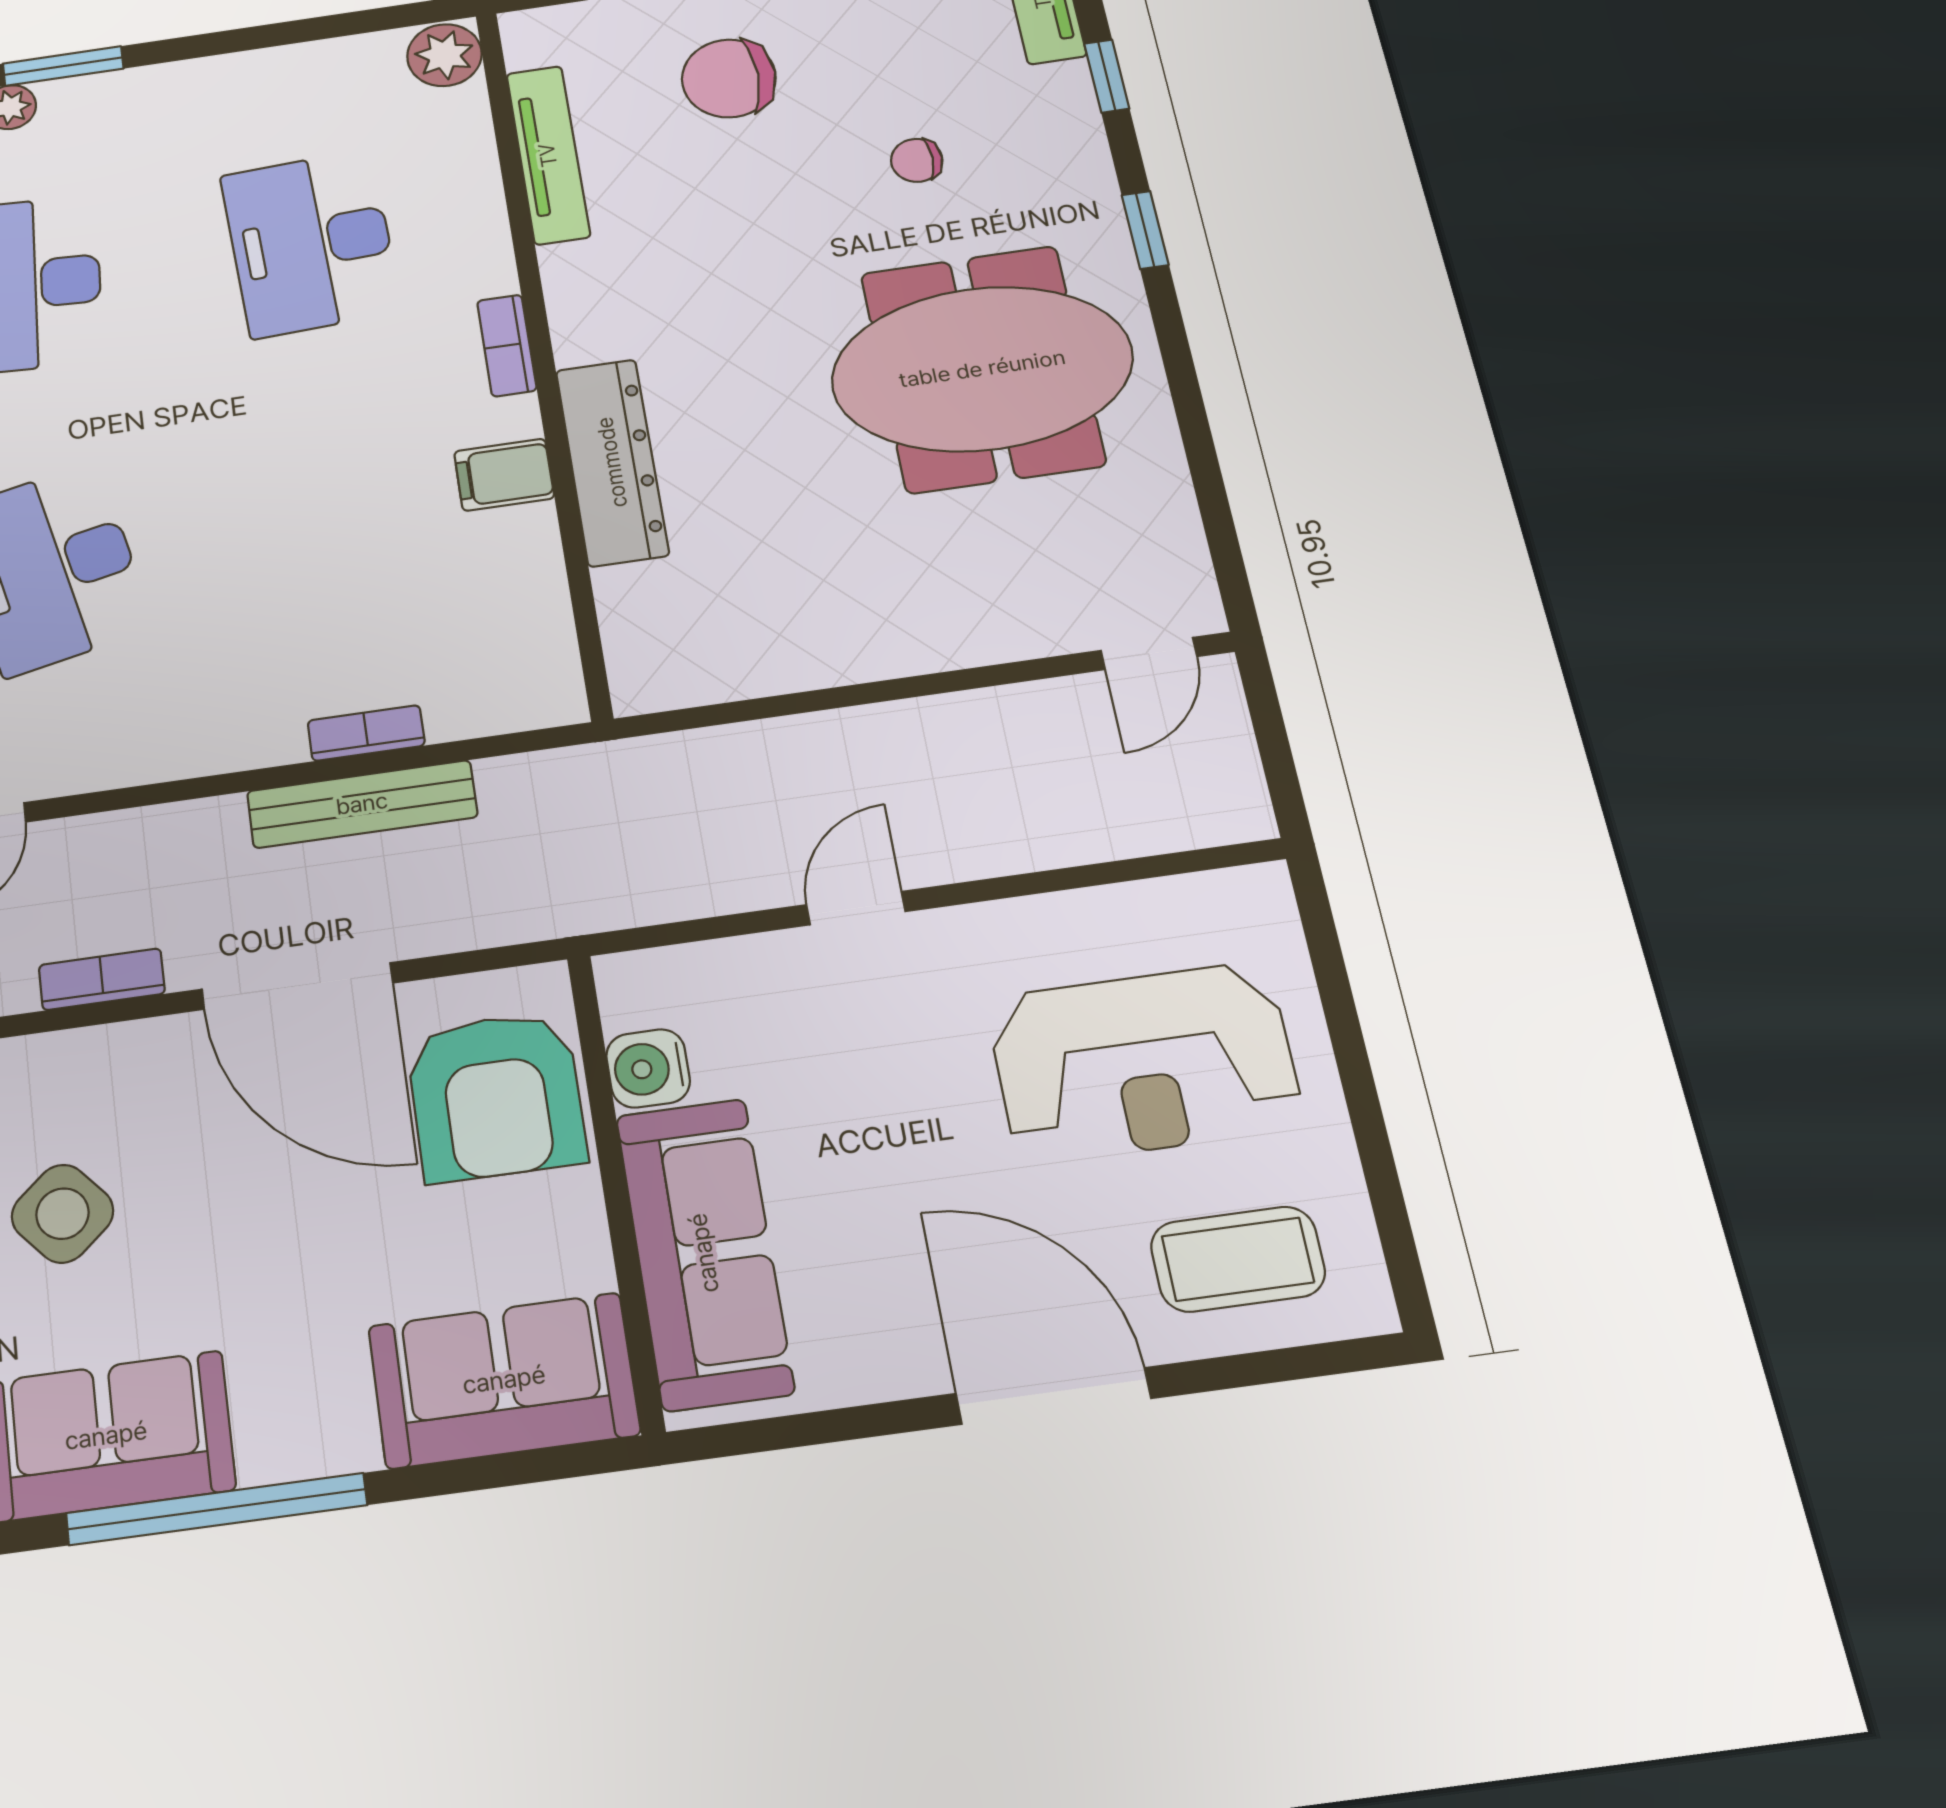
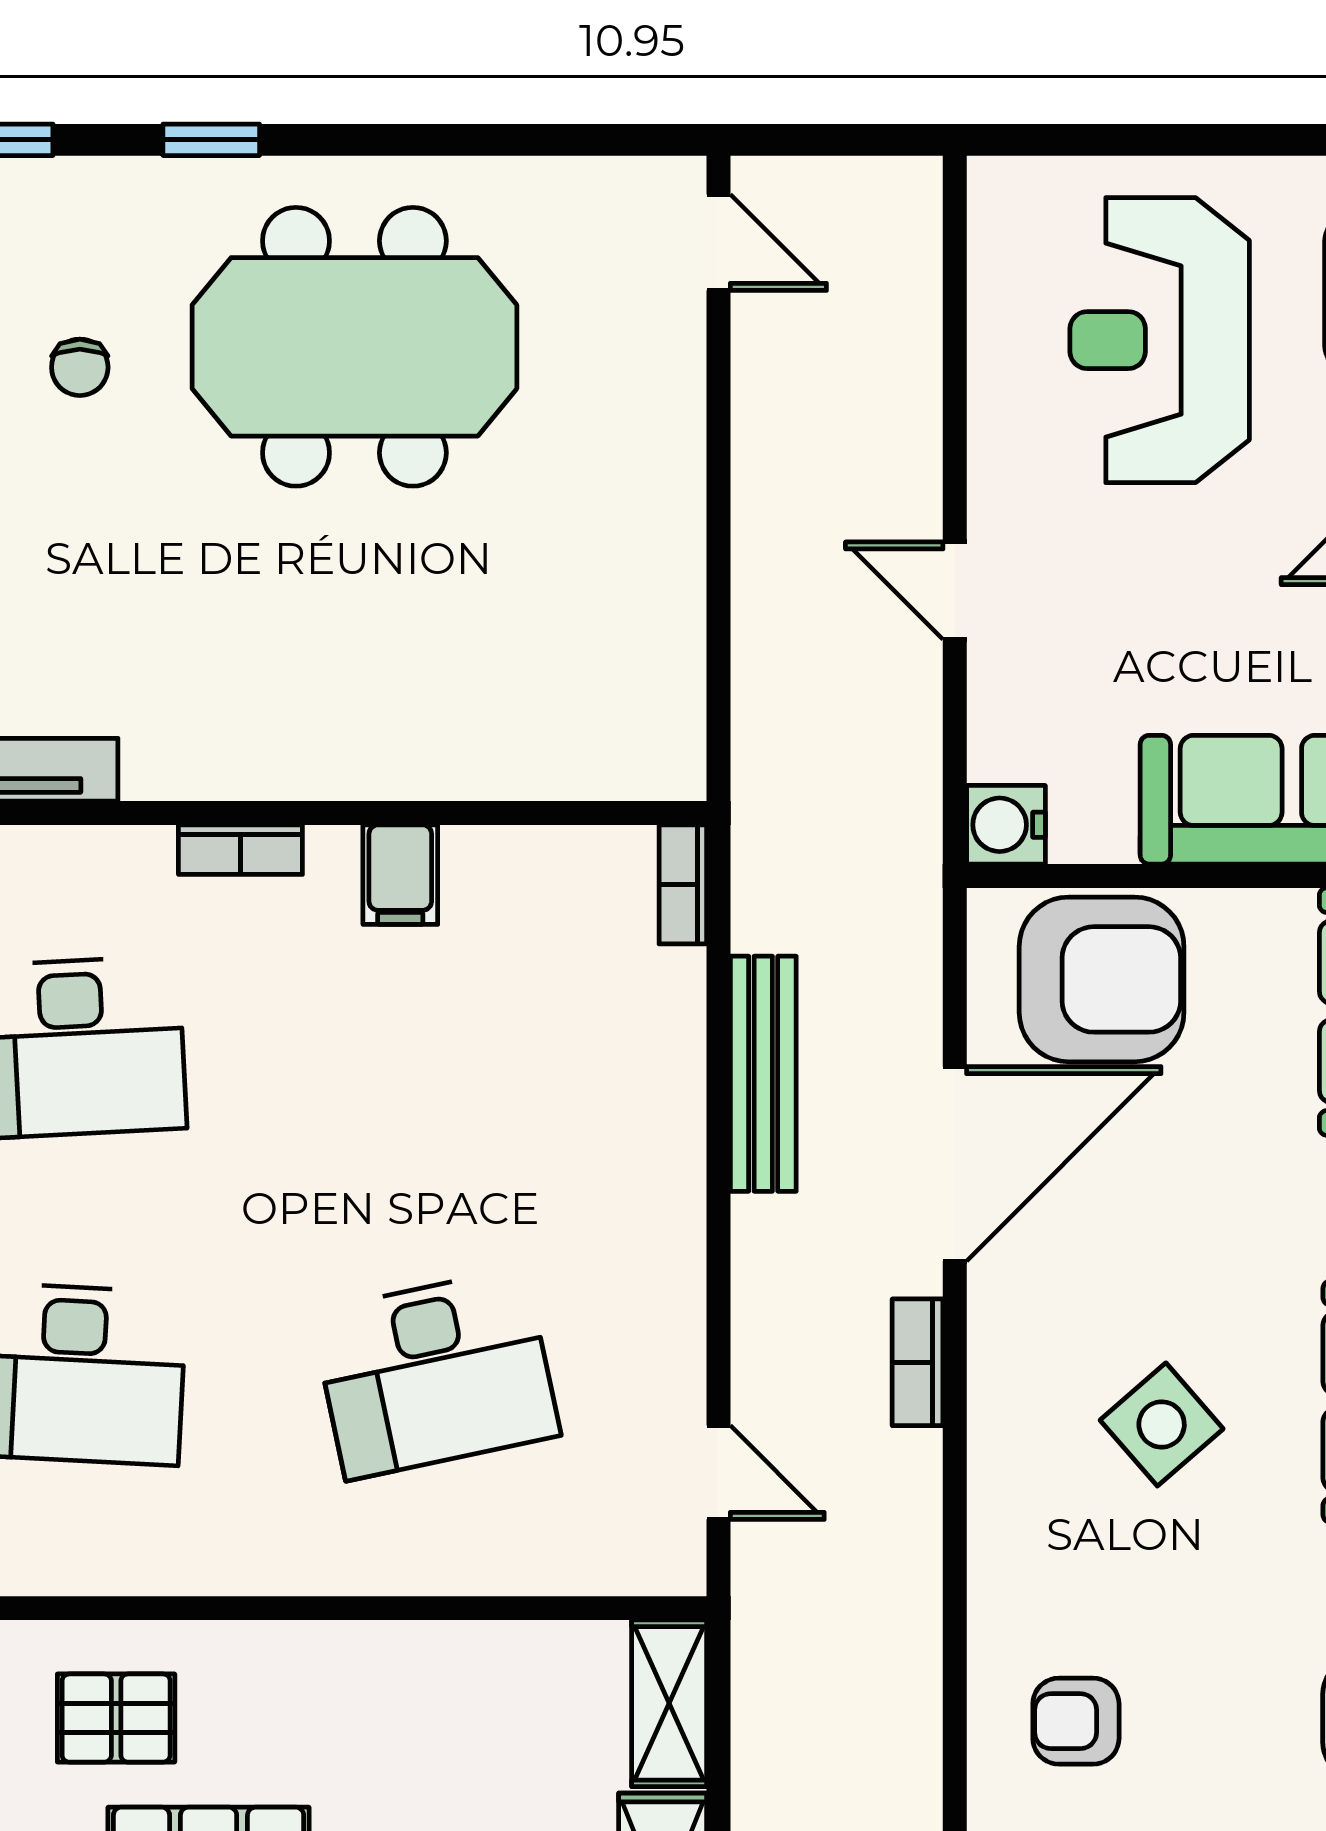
meeting table: (982, 369) -> (354, 347), turned 90
dresser: (612, 462) -> (404, 757), removed
bookcase: (366, 733) -> (683, 884), moved
reception desk: (1144, 1063) -> (1160, 340), turned 180
water cooler: (648, 1068) -> (1006, 825), moved, turned 90

